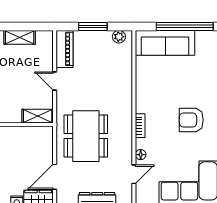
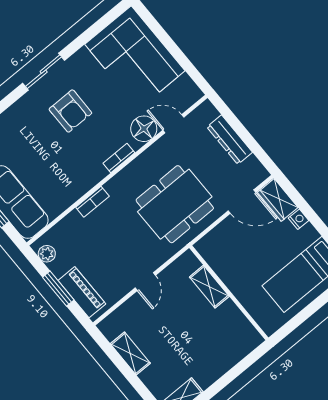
piano: (64, 49) -> (82, 292), moved, turned 90
bookcase: (127, 89) -> (92, 202), added
shelving: (38, 116) -> (209, 287), moved
floor lamp: (141, 155) -> (144, 129), width x1.89, depth x1.89

